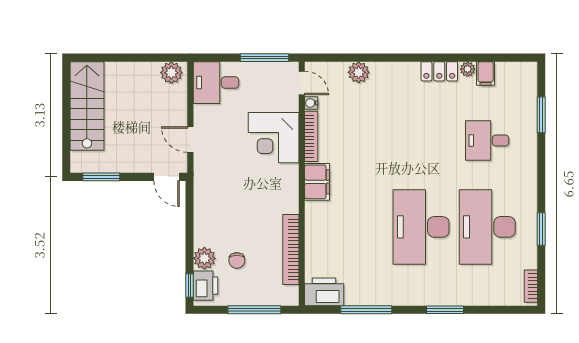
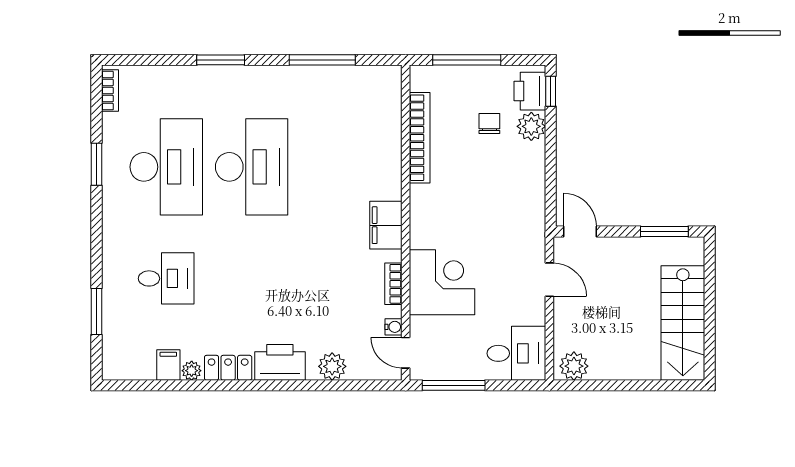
bookcase: (311, 136) -> (393, 284), width x0.64
printer: (324, 292) -> (280, 362), moved, turned 180

